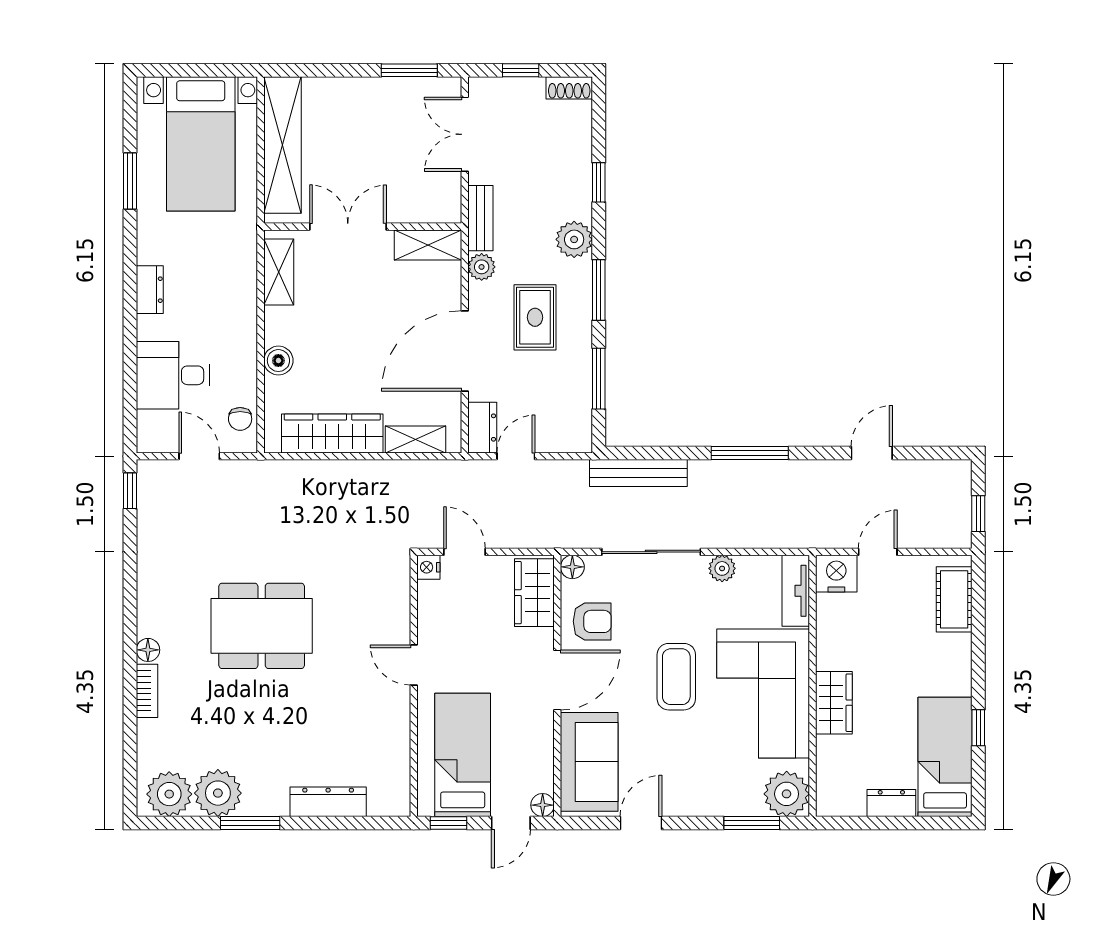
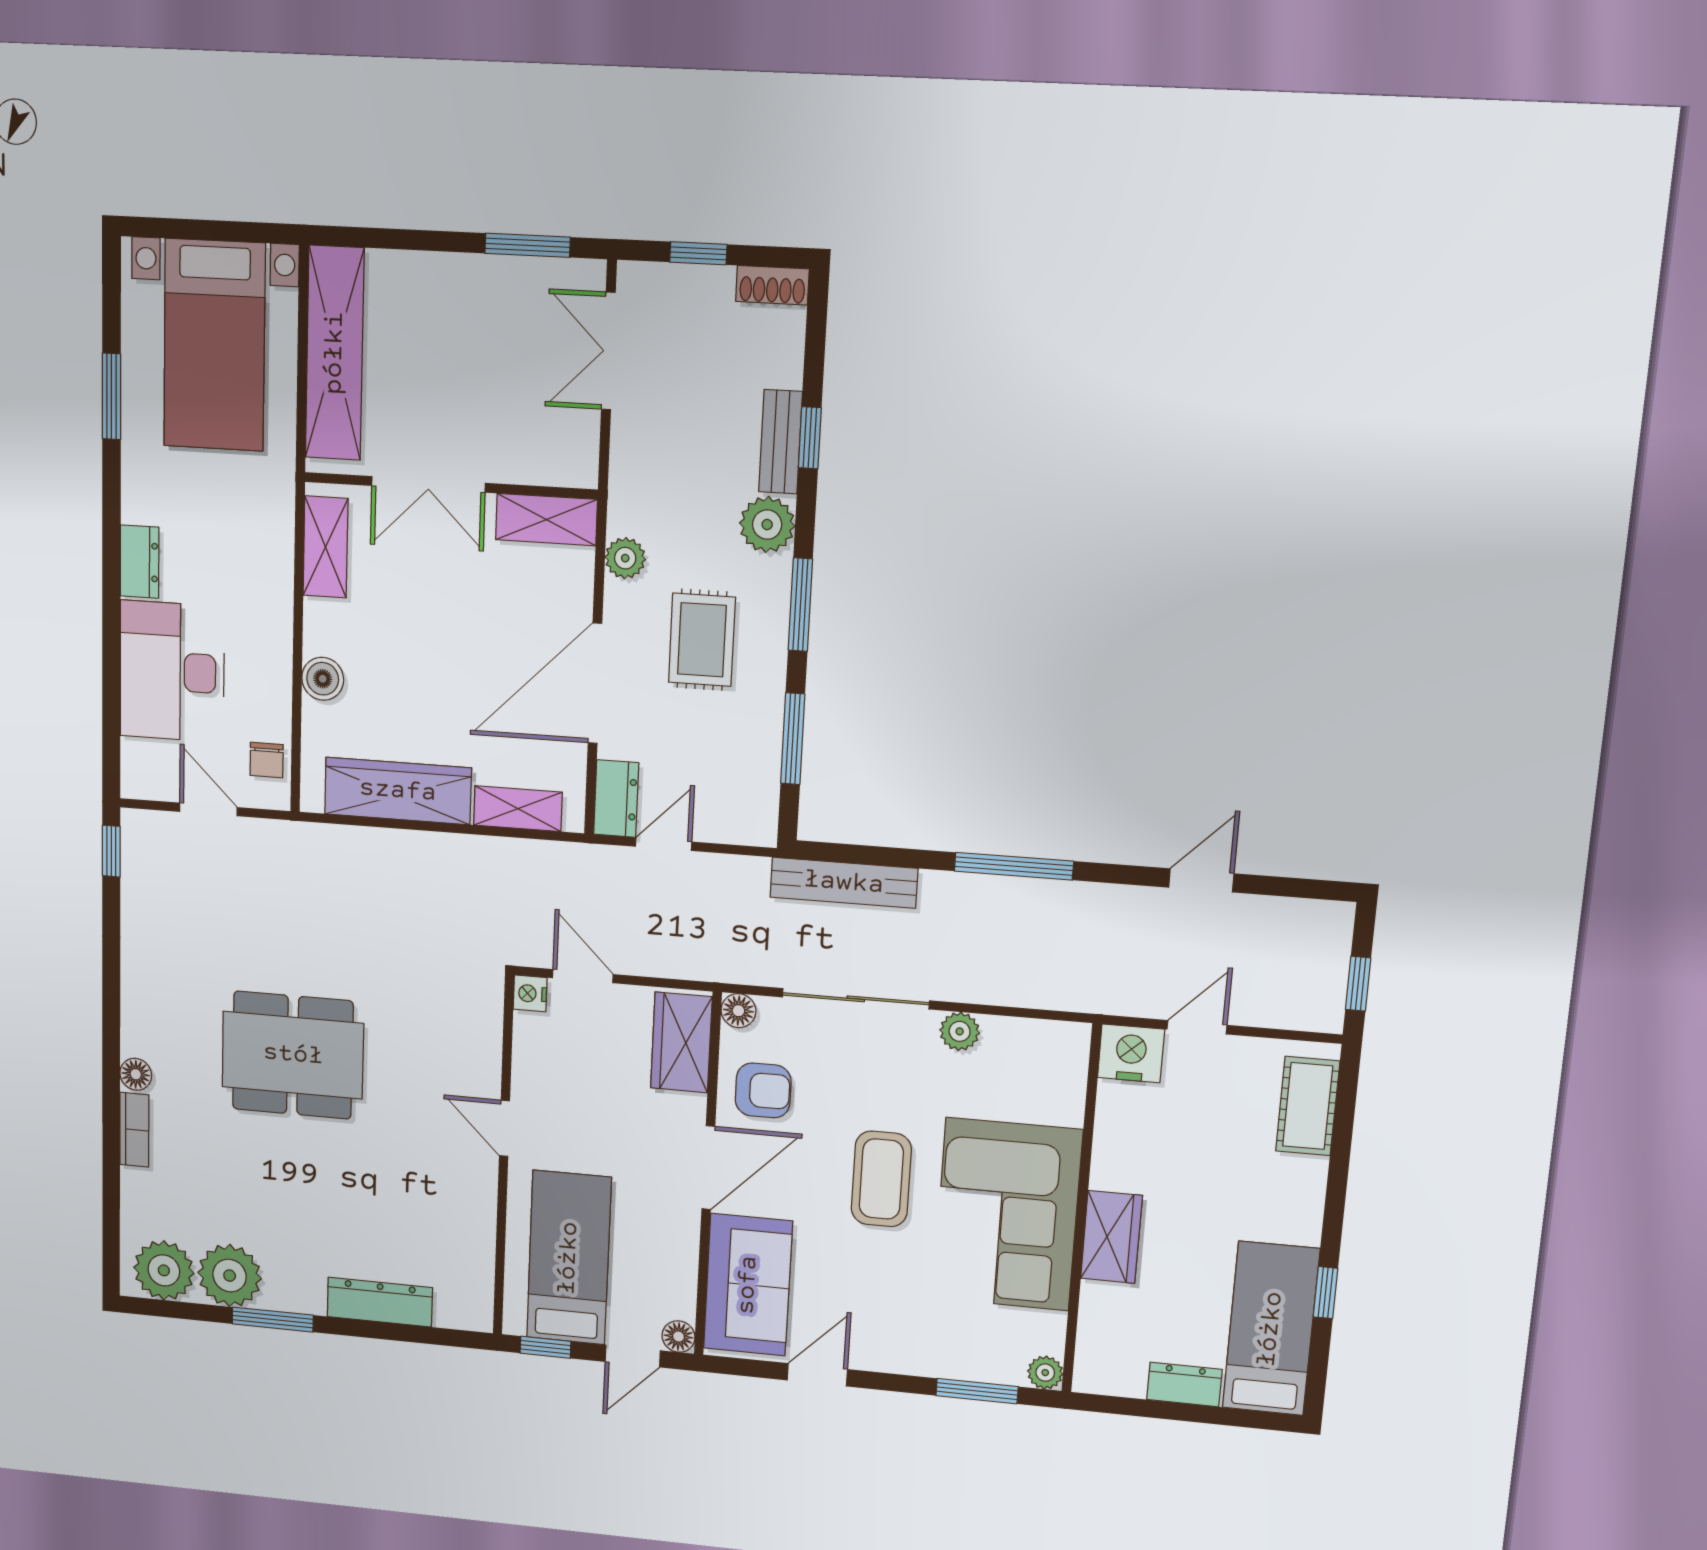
bench: (480, 218) -> (781, 442), moved
double door: (348, 227) -> (428, 484), swing flipped
desk: (173, 375) -> (172, 671), width x1.37
tv unit: (796, 591) -> (1068, 1073), removed
plant: (787, 794) -> (1045, 1373), width x0.53, depth x0.53

